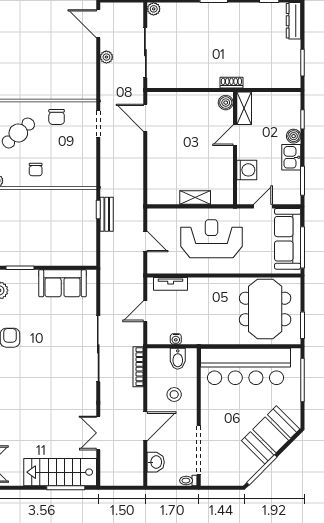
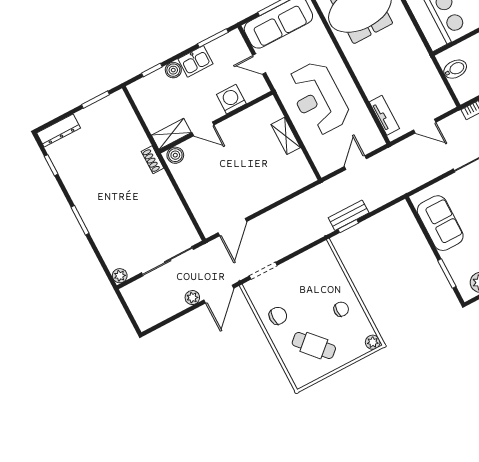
door: (98, 24) -> (219, 294), moved
water cooler: (176, 339) -> (436, 81), removed

